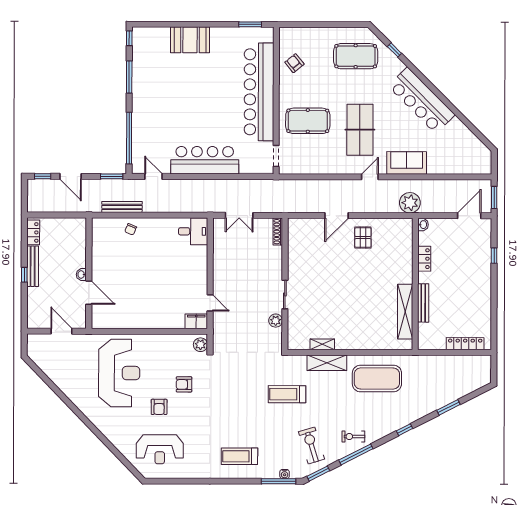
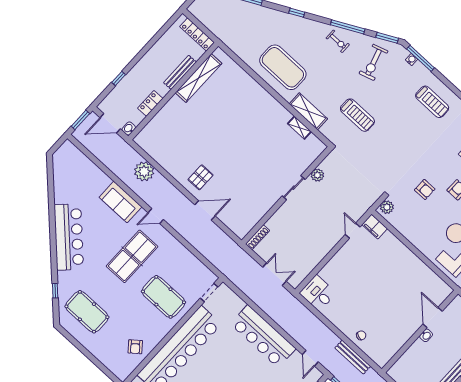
washbasin: (423, 225) -> (129, 129), moved
locker: (424, 259) -> (150, 103), moved
wall: (415, 284) -> (173, 91), moved
bench: (423, 303) -> (180, 72), moved
shelving: (405, 312) -> (199, 78), moved

